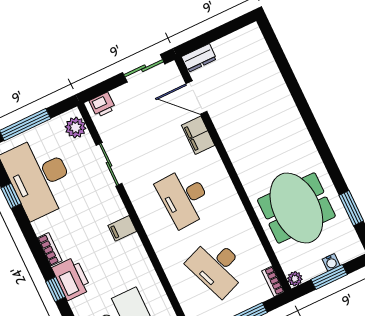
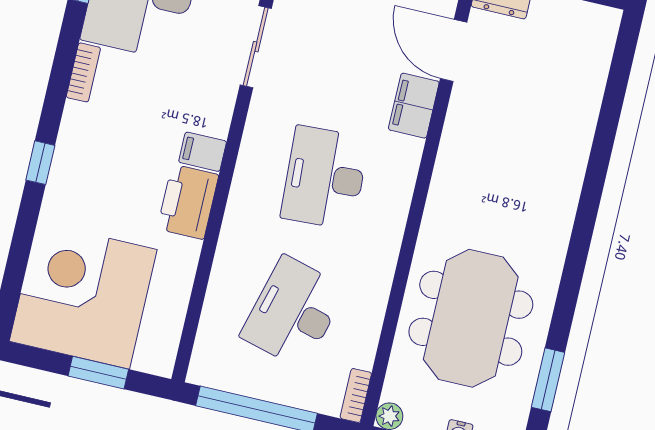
bookcase: (50, 249) -> (83, 72), moved
desk: (217, 267) -> (293, 312), turned 36
printer: (71, 279) -> (188, 202), moved, turned 180

